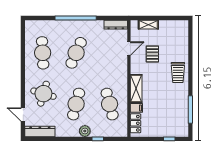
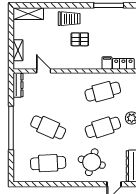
pallet: (152, 54) -> (80, 39), moved
shelving: (136, 88) -> (28, 14), moved
cafe table: (76, 104) -> (103, 127), turned -33

